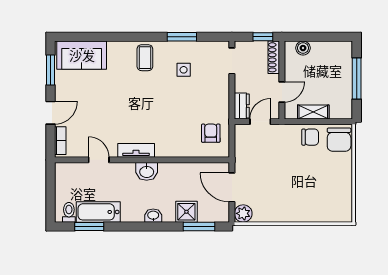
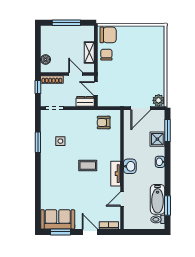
sofa: (82, 55) -> (58, 219), moved, turned -90
coffee table: (145, 58) -> (88, 165), moved

